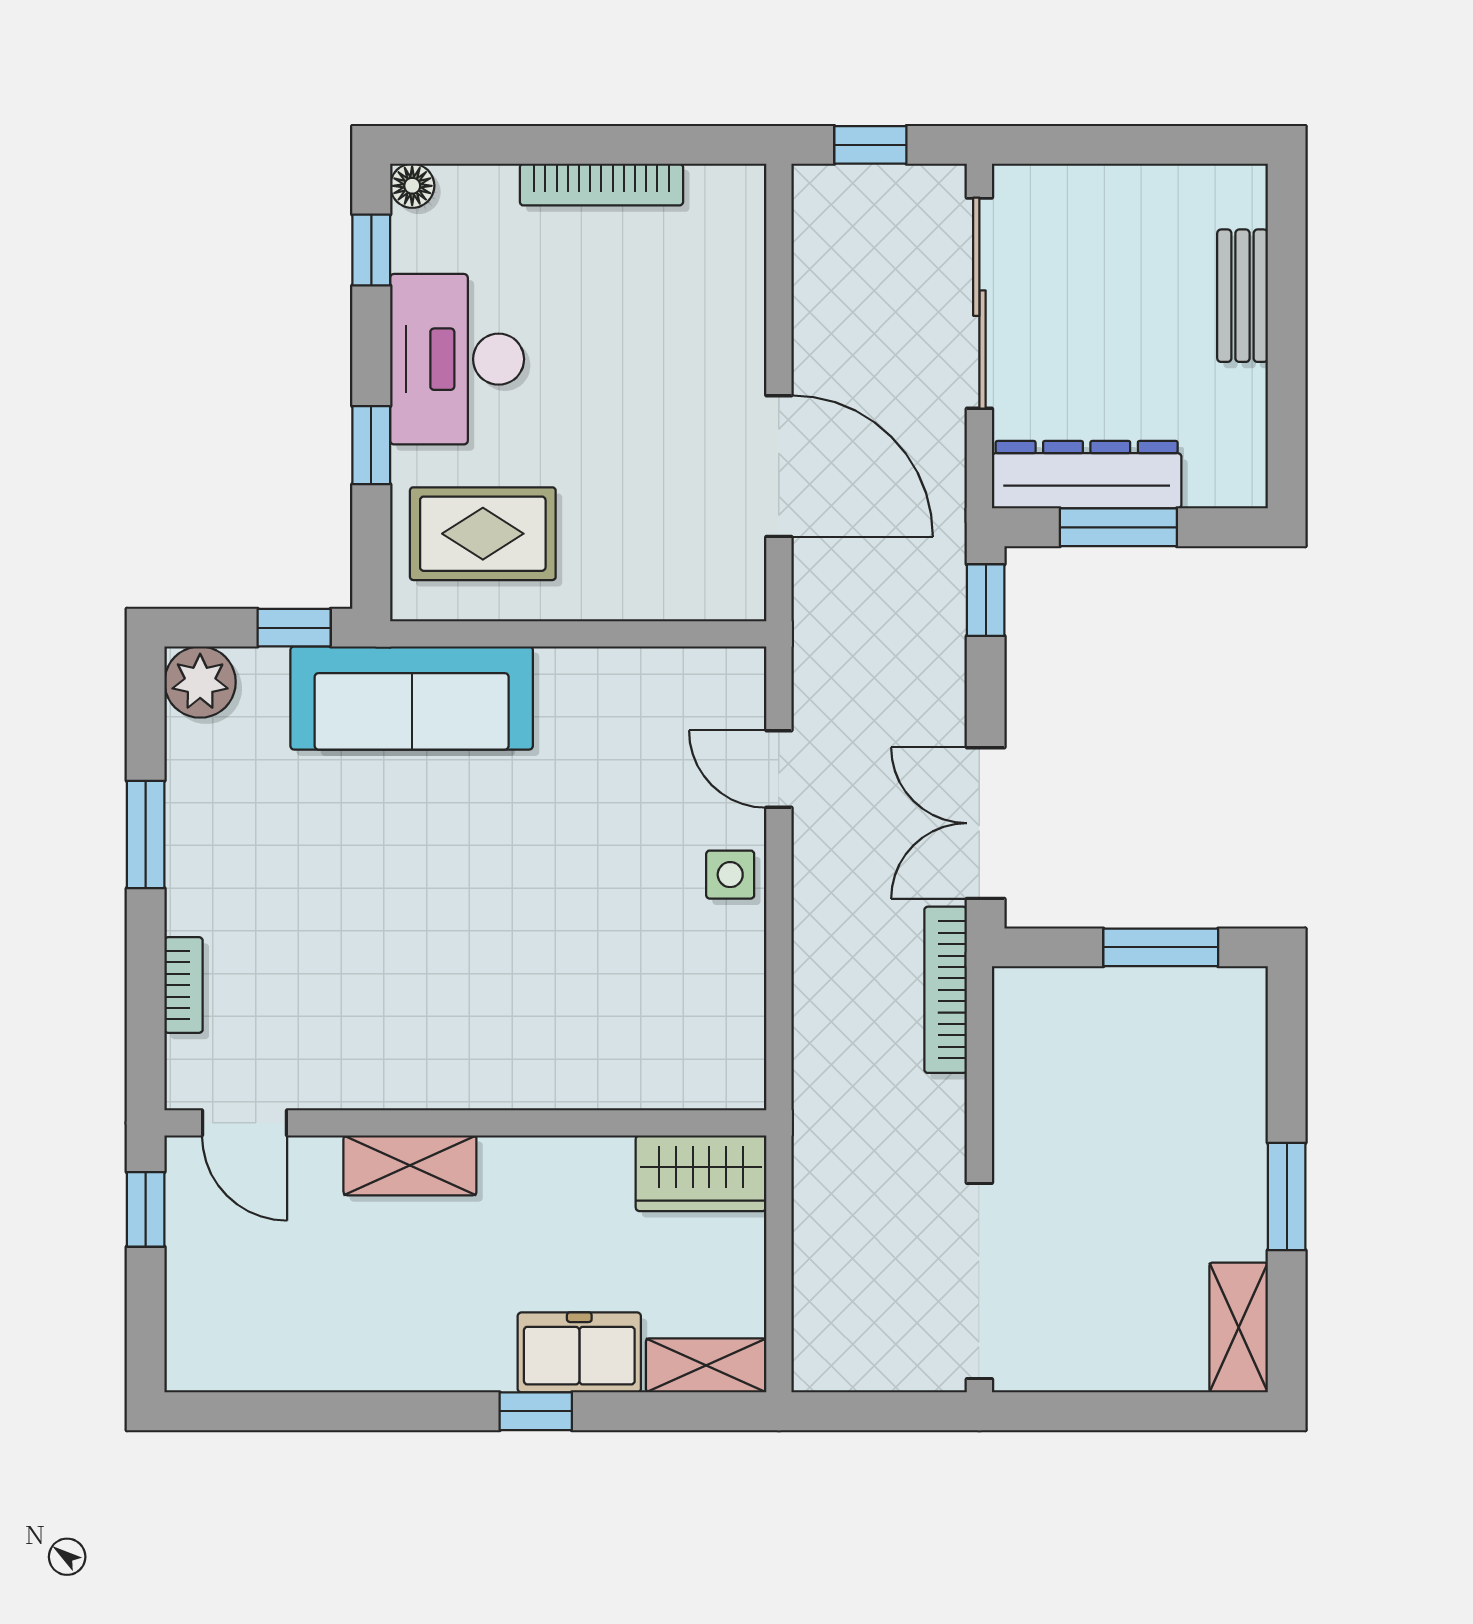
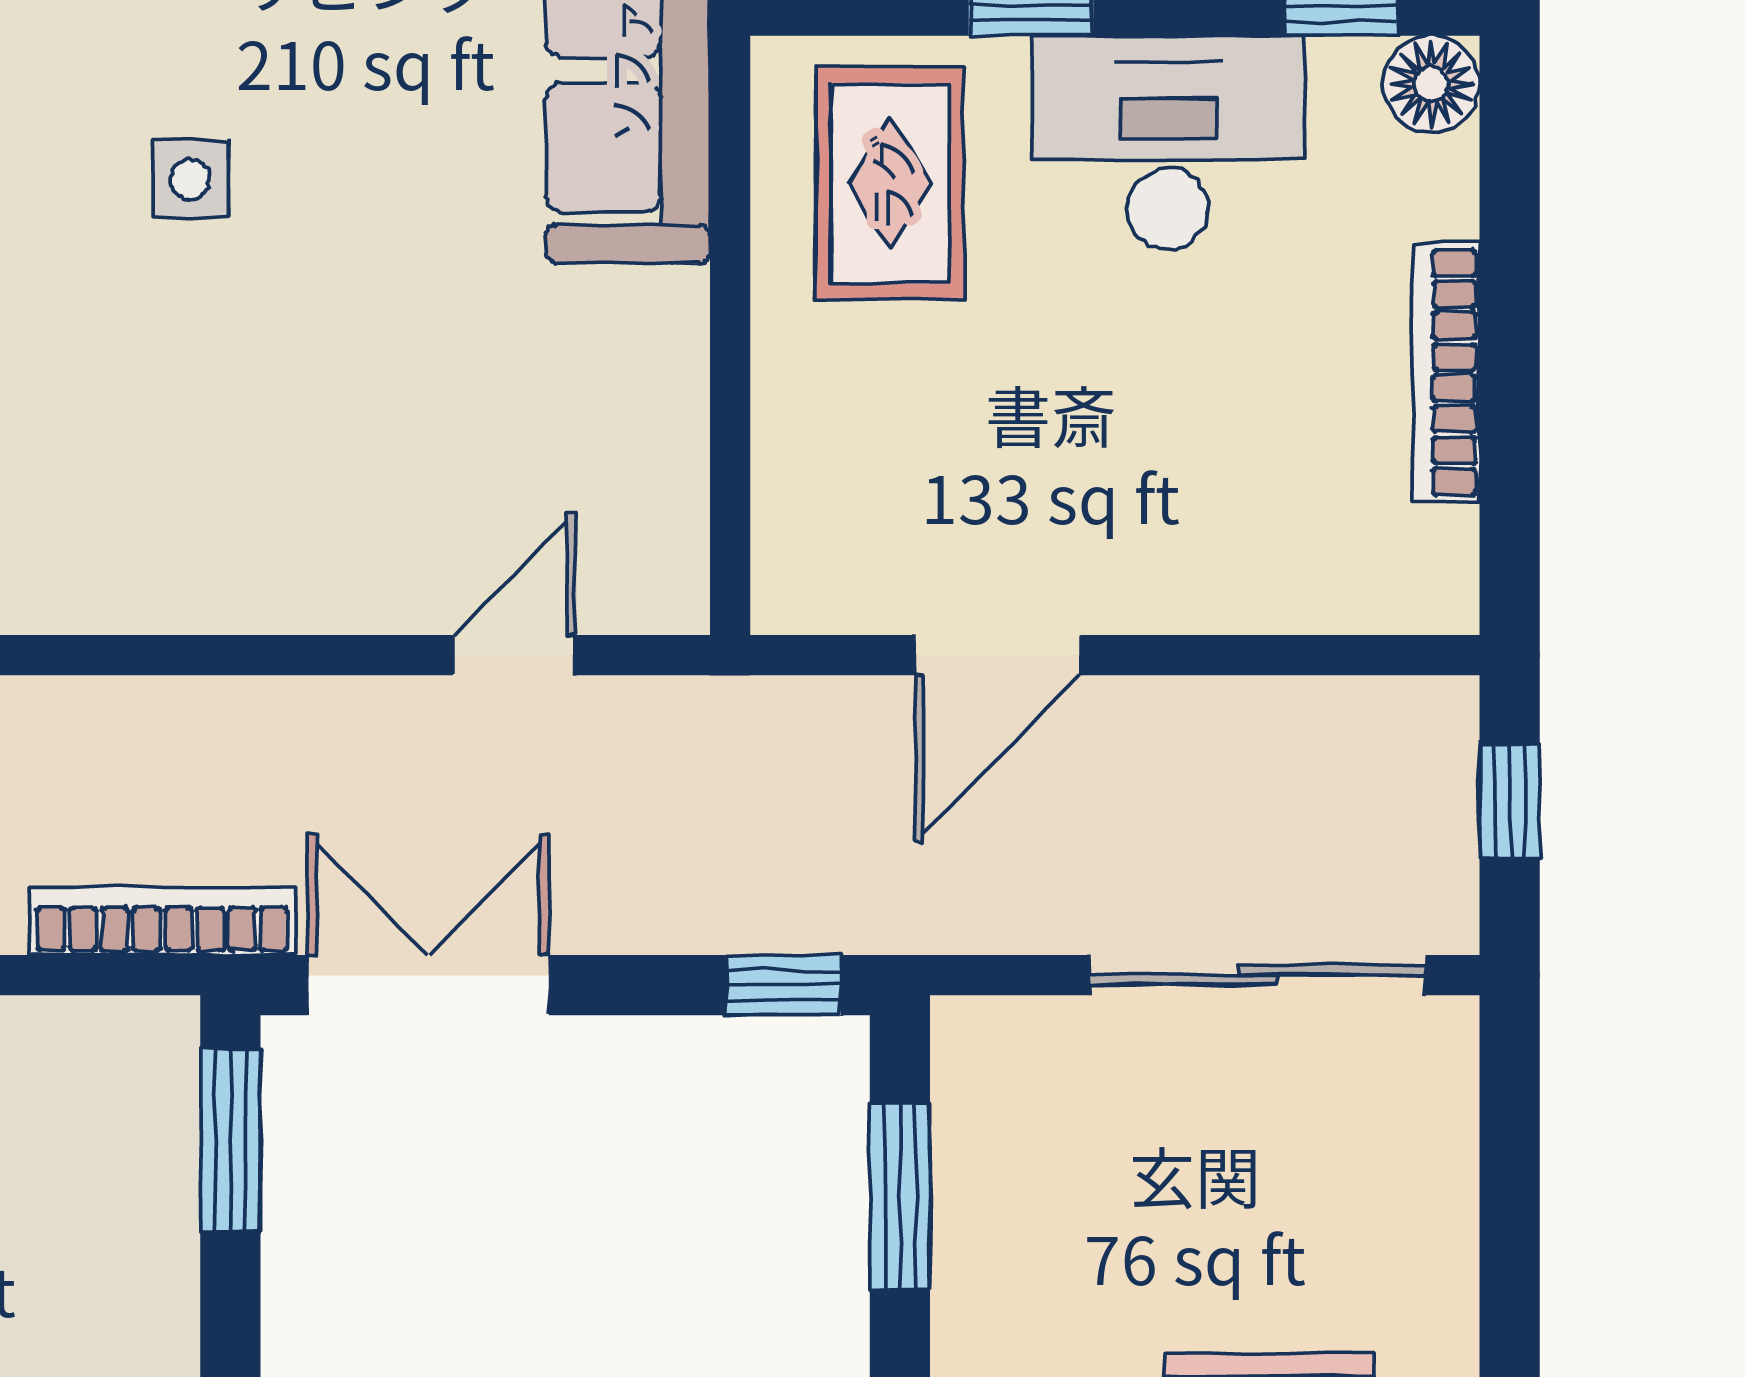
floor lamp: (412, 186) -> (1431, 84), width x1.37, depth x1.37
door: (779, 466) -> (998, 655), width x0.73
dresser: (1087, 475) -> (984, 1146), removed
side table: (730, 875) -> (190, 179), moved
window: (1161, 947) -> (230, 1140), moved

